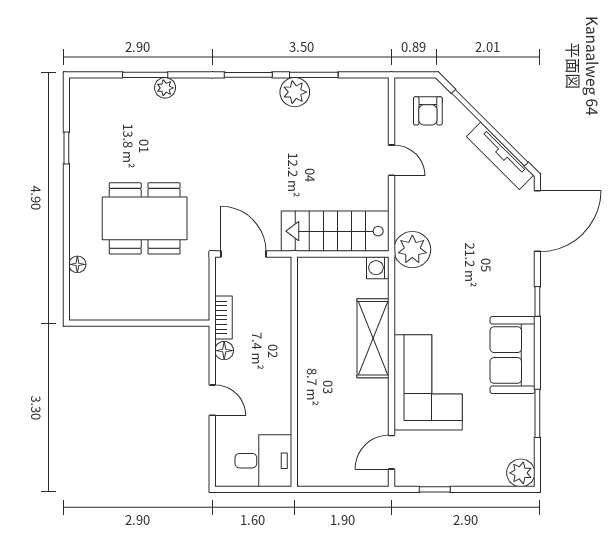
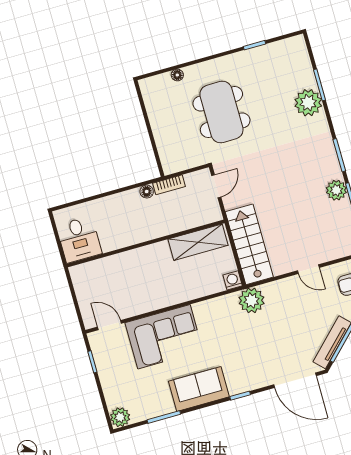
plant: (165, 88) -> (308, 103), width x1.87, depth x1.87
door: (391, 160) -> (308, 269), hinge flipped
door: (244, 254) -> (216, 186), width x0.73
shelving: (373, 338) -> (198, 242), moved
door: (212, 400) -> (111, 193), removed

